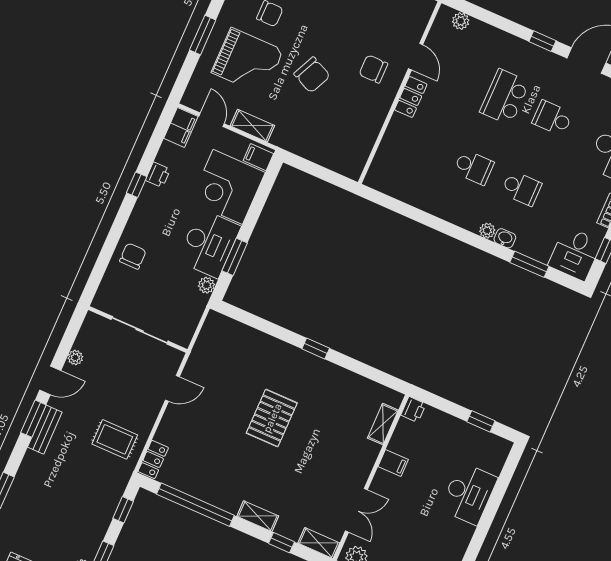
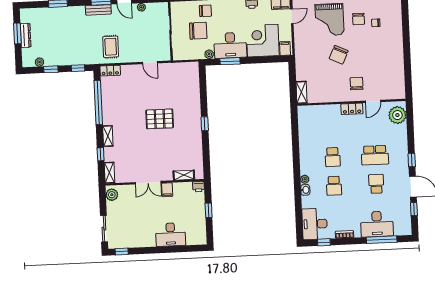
plant: (461, 21) -> (397, 115), width x1.88, depth x1.88
school desk: (505, 97) -> (375, 155), turned 180
shelving: (252, 126) -> (301, 92), moved
desk: (575, 254) -> (315, 224), width x1.37
window: (529, 264) -> (298, 208), removed
chair: (159, 284) -> (198, 31), added
window: (481, 421) -> (209, 210), moved
double door: (356, 510) -> (148, 183), moved

